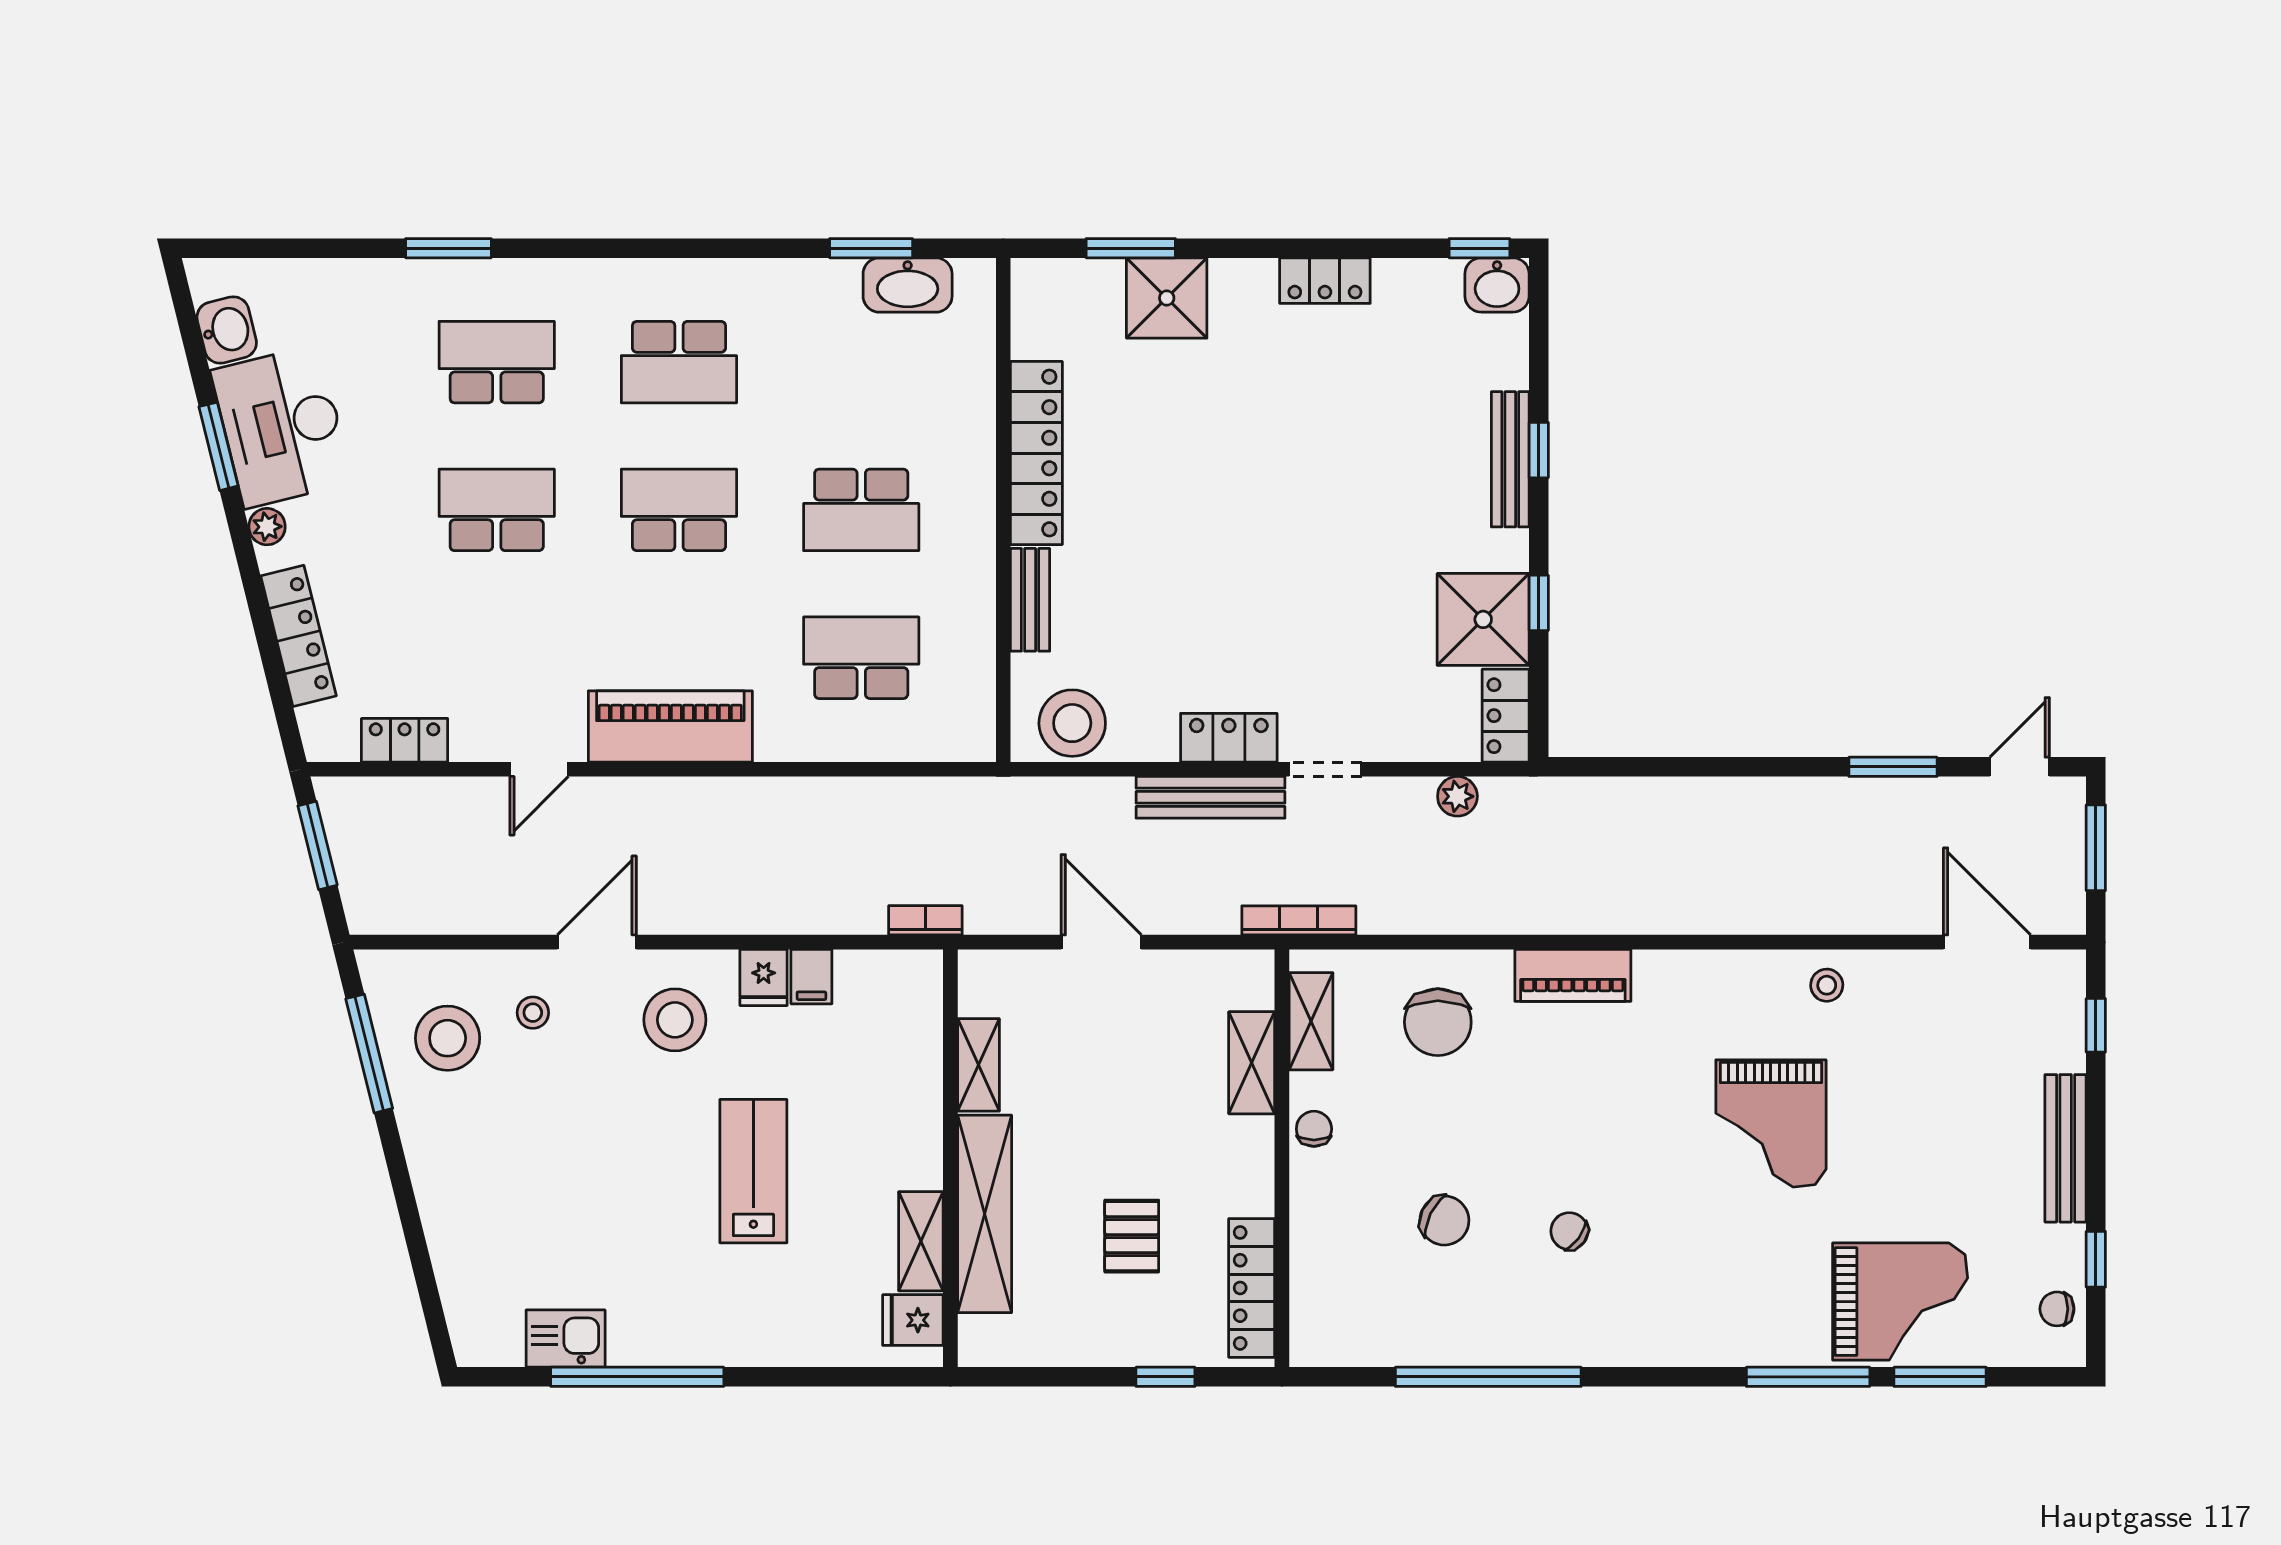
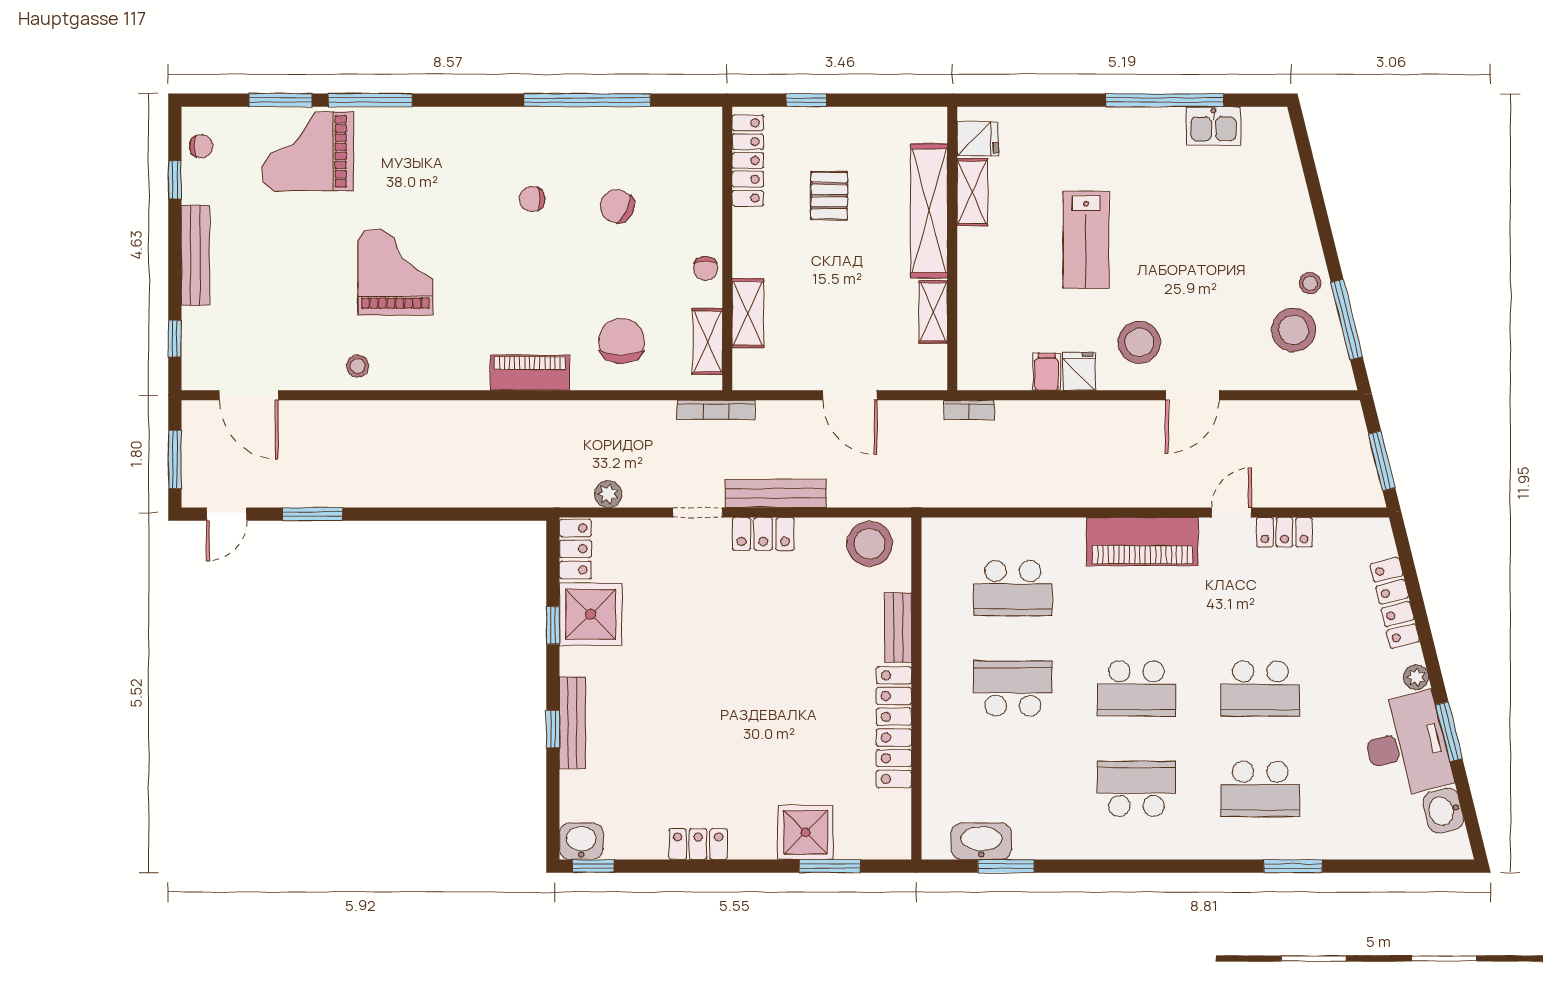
locker: (405, 740) -> (1284, 532), moved
stool: (533, 1013) -> (1310, 283), moved
chair: (1569, 1231) -> (532, 199), turned 144

